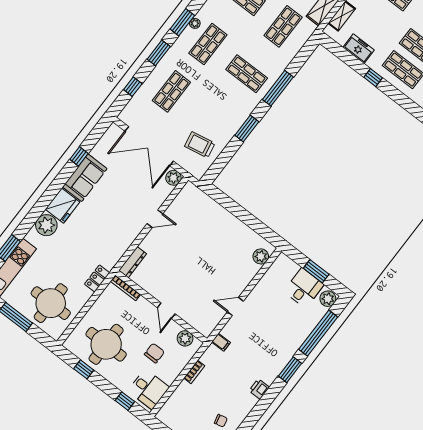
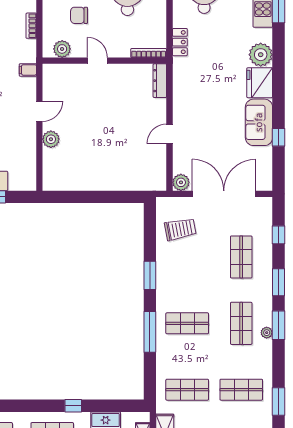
shop shelf: (283, 26) -> (187, 390), turned 90
plant: (261, 256) -> (51, 139), moved
chair: (154, 353) -> (79, 15), turned 90

